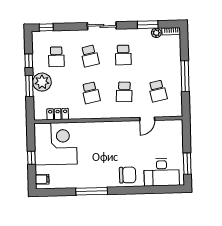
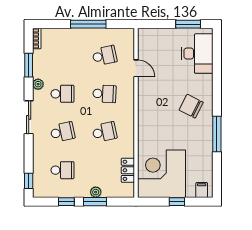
plant: (156, 33) -> (38, 84), moved
plant: (42, 82) -> (96, 192), width x0.53, depth x0.53
chair: (128, 175) -> (191, 106), moved, turned -63

